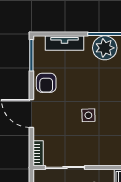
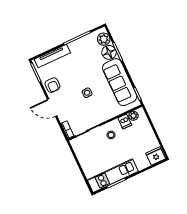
tv unit: (65, 43) -> (52, 56), width x1.41
plant: (105, 48) -> (78, 48), removed

